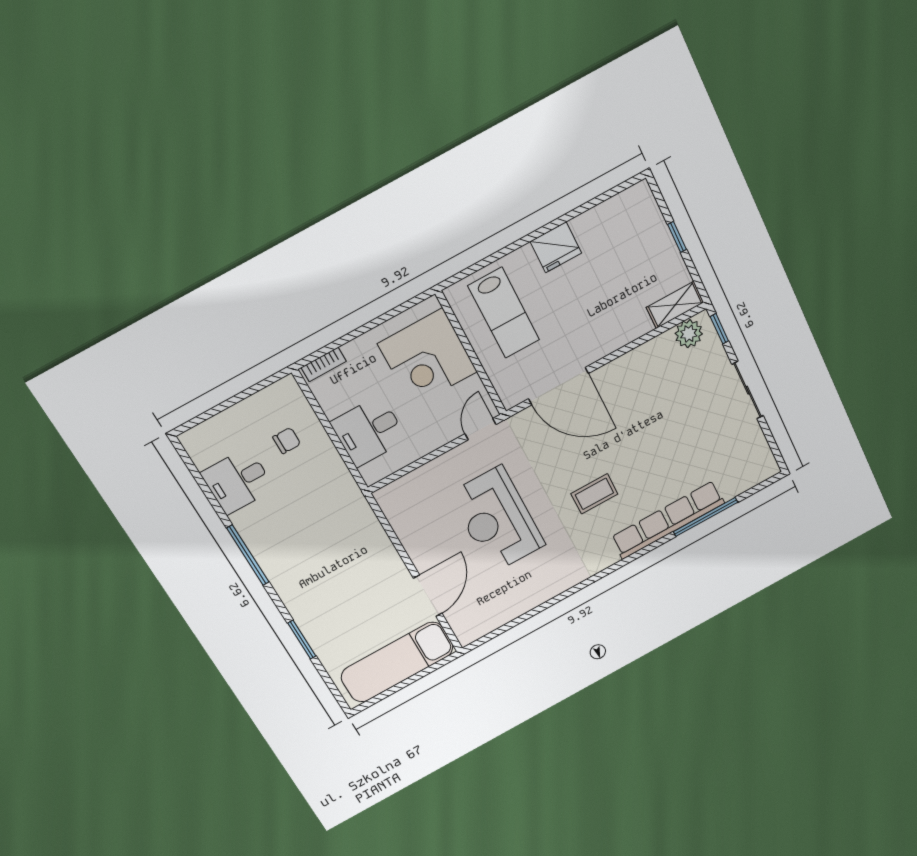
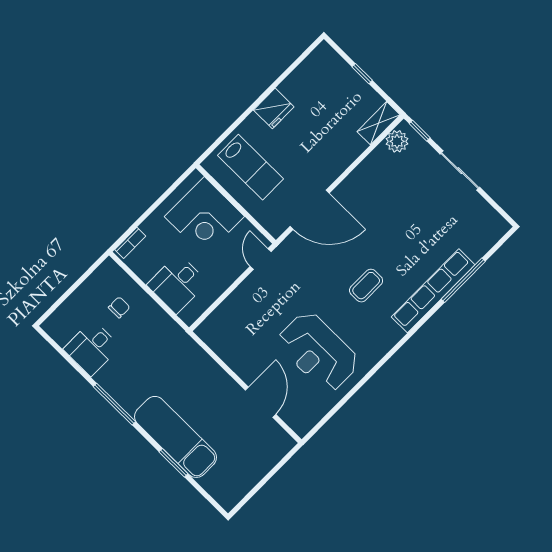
reception desk: (497, 520) -> (318, 352), moved
exam couch: (397, 662) -> (176, 437), moved, turned 90

